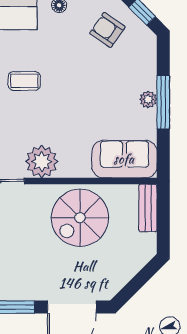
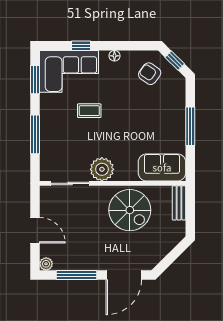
plant: (148, 99) -> (179, 124), removed
spiral stairs: (80, 218) -> (130, 210), turned -90

